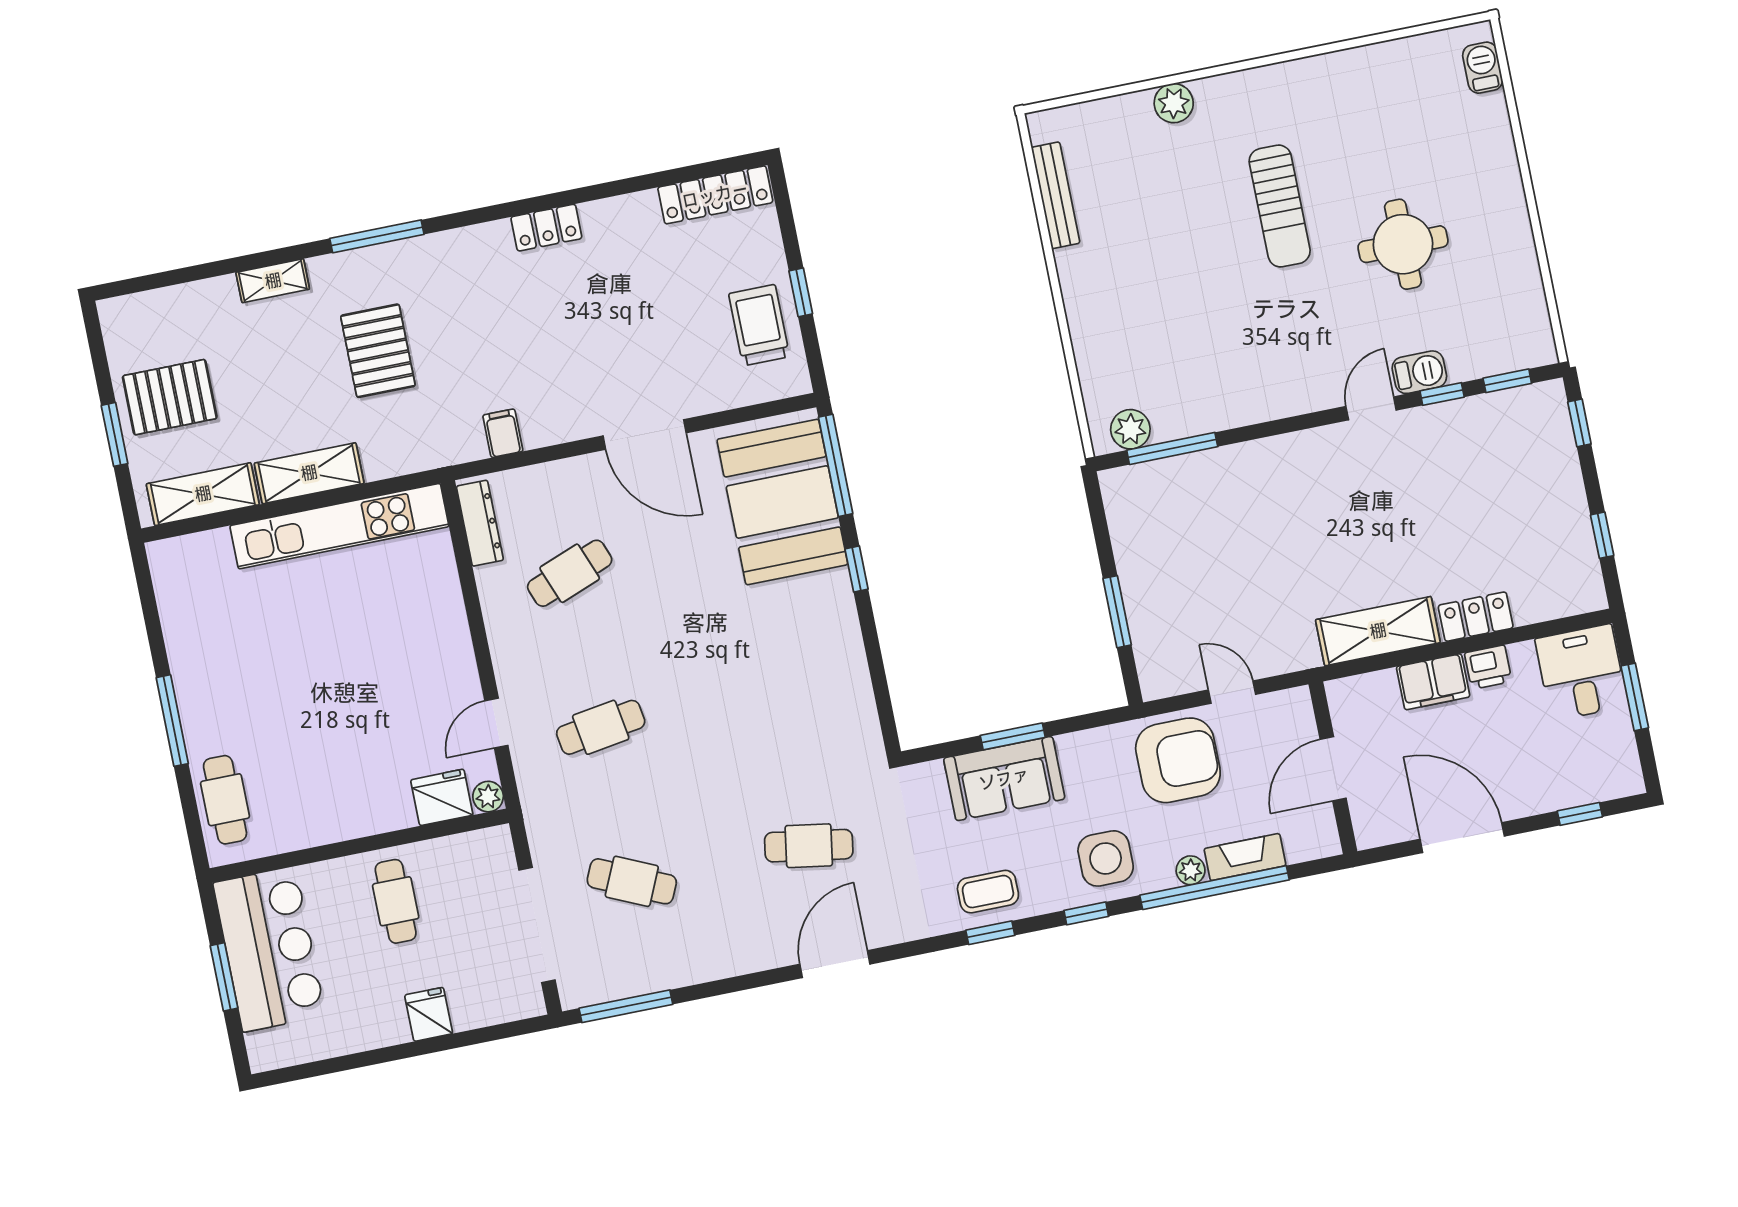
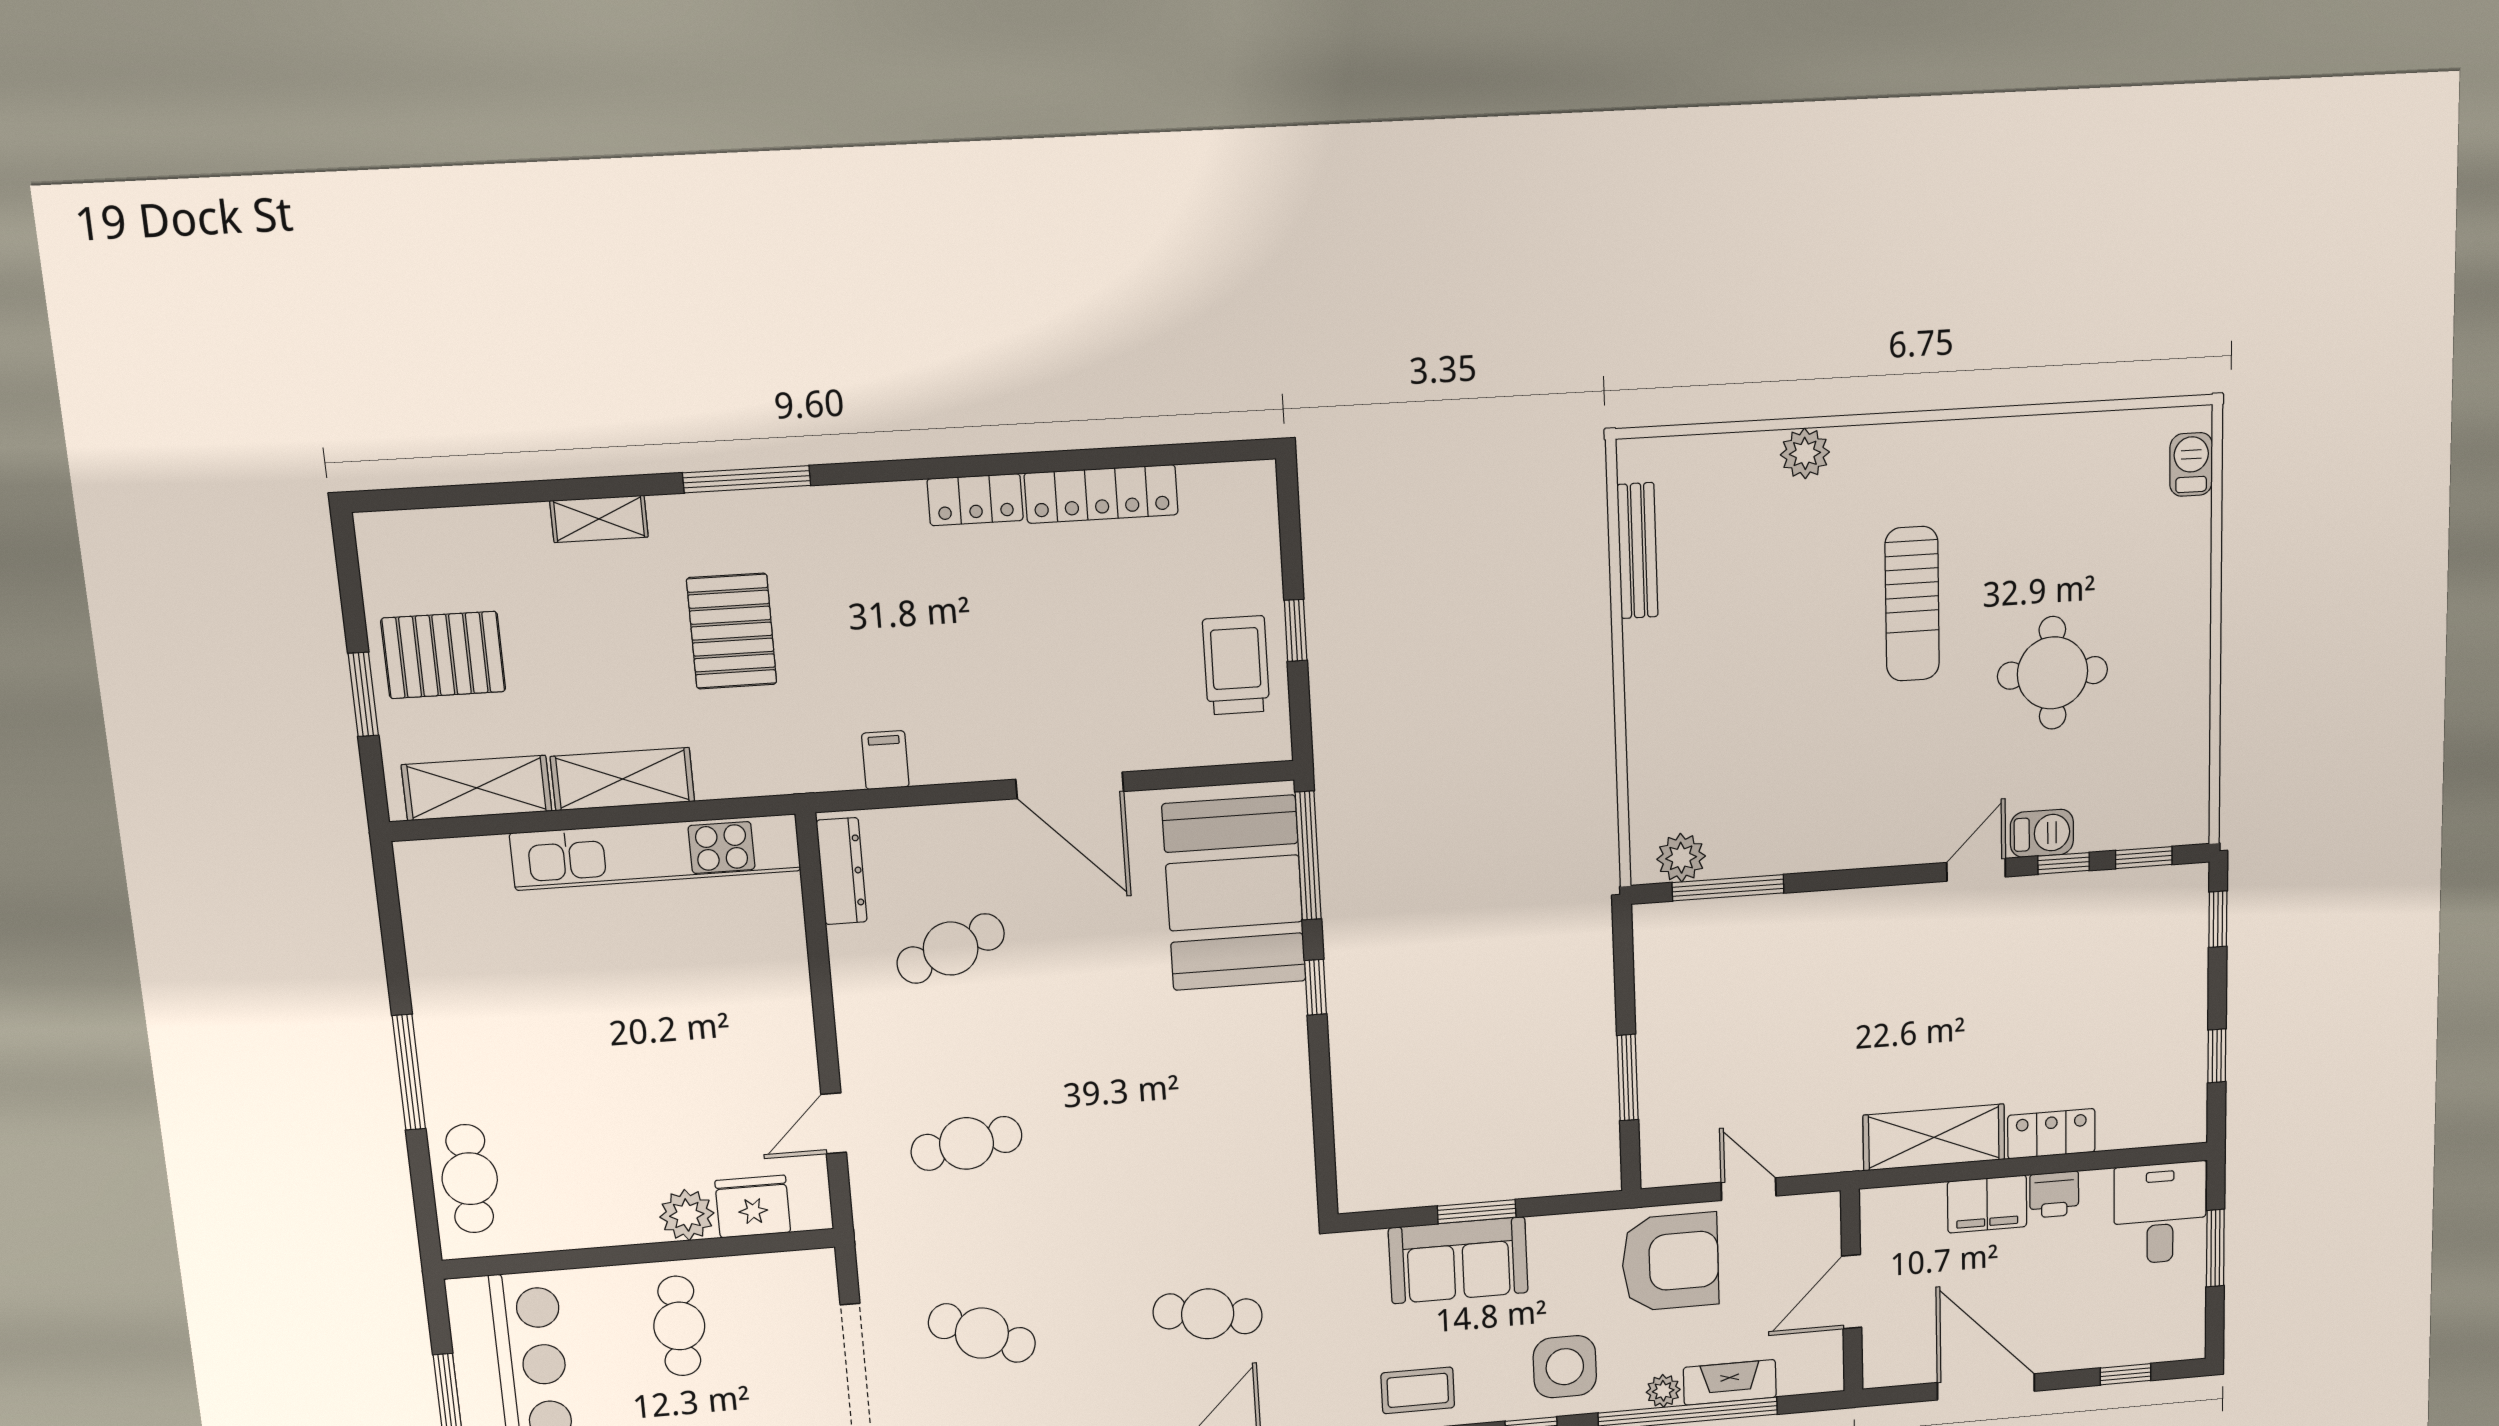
locker: (715, 195) -> (1101, 494), moved
plant: (488, 797) -> (687, 1215), moved, width x1.38, depth x1.38

